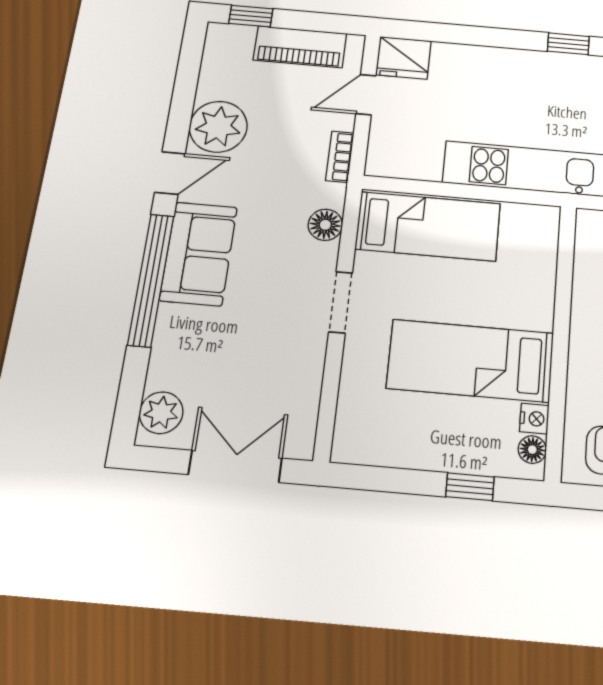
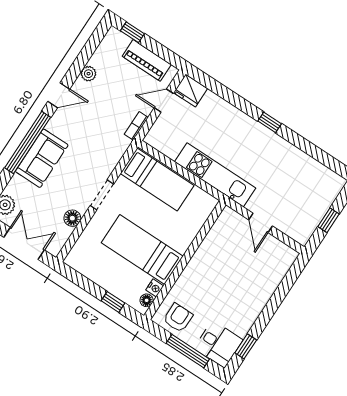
plant: (218, 127) -> (89, 74), width x0.53, depth x0.53
floor lamp: (325, 225) -> (72, 218), moved
sofa: (199, 254) -> (42, 158), moved

